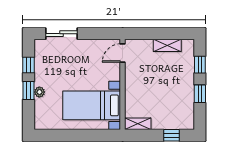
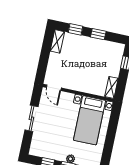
sliding door: (62, 34) -> (31, 118), moved
shelving: (167, 45) -> (57, 41), moved

